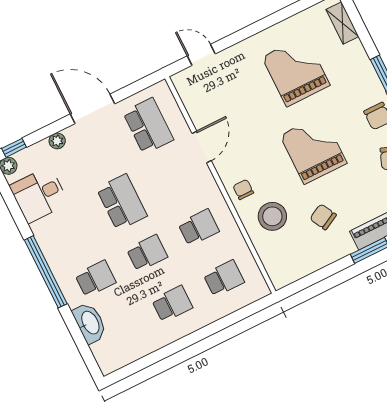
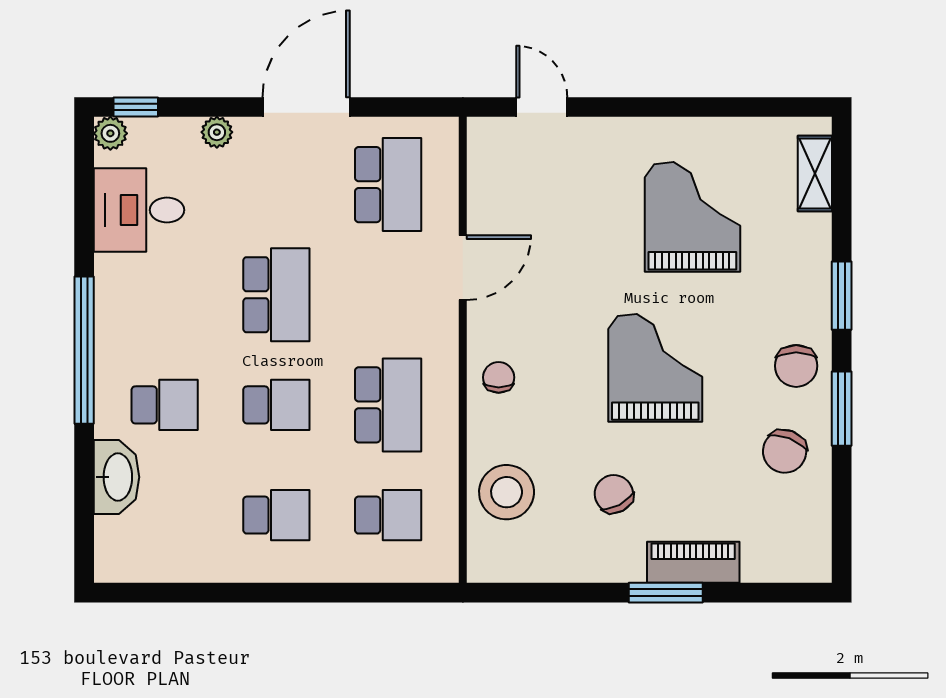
door: (92, 109) -> (306, 107), hinge flipped
stool: (272, 216) -> (507, 492), moved
school desk: (199, 227) -> (388, 405), width x1.85

